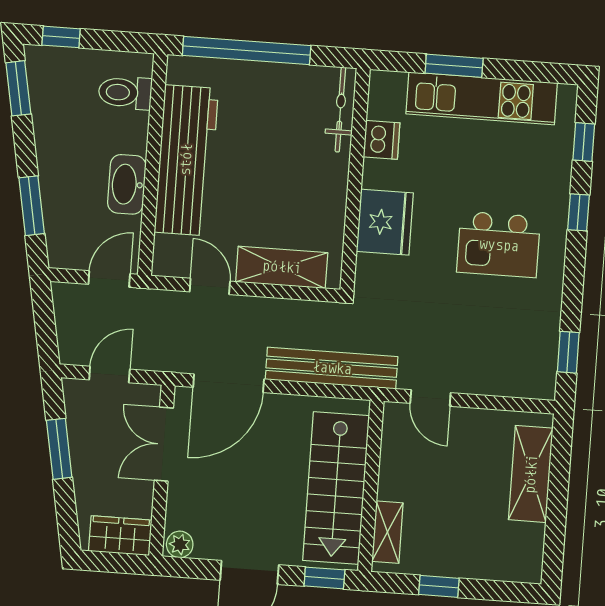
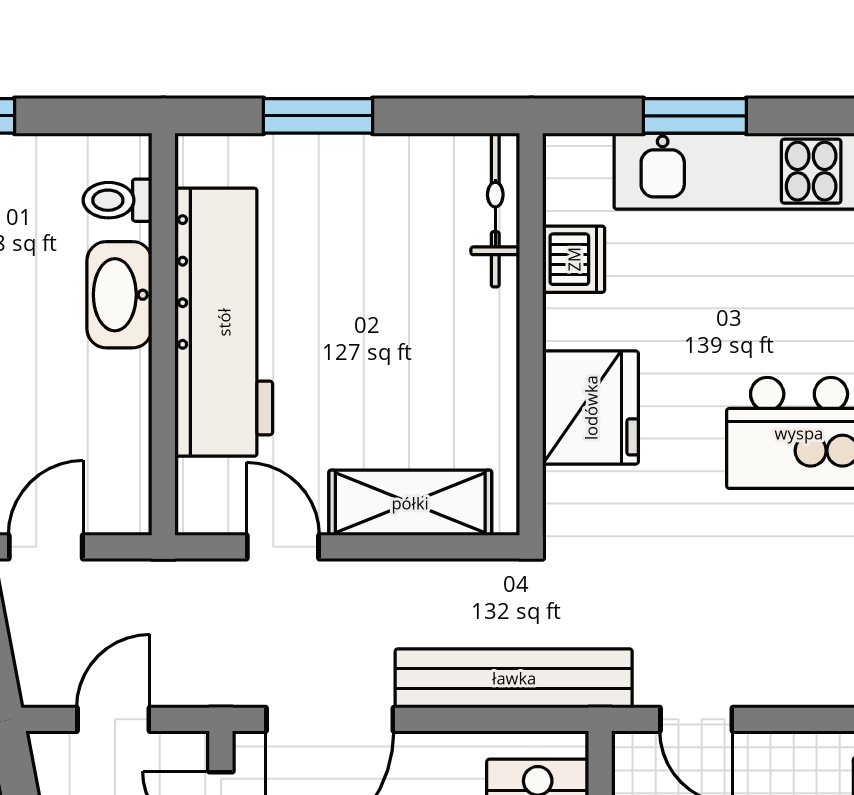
window: (247, 51) -> (318, 116), width x0.47
toilet: (125, 93) -> (117, 200), width x0.73, depth x0.72
washbasin: (127, 184) -> (119, 295), moved
door: (109, 279) -> (46, 547), moved

